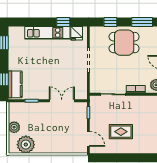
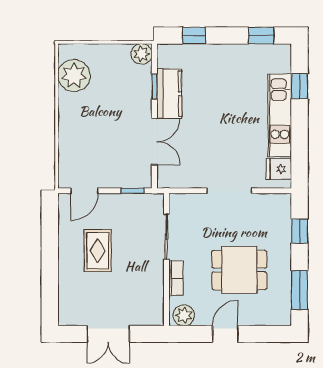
window: (63, 22) -> (300, 86), moved
dining table: (124, 43) -> (239, 270), moved, turned 90
kitchen counter: (15, 84) -> (169, 94), moved, turned -90
plant: (14, 127) -> (142, 54), moved

